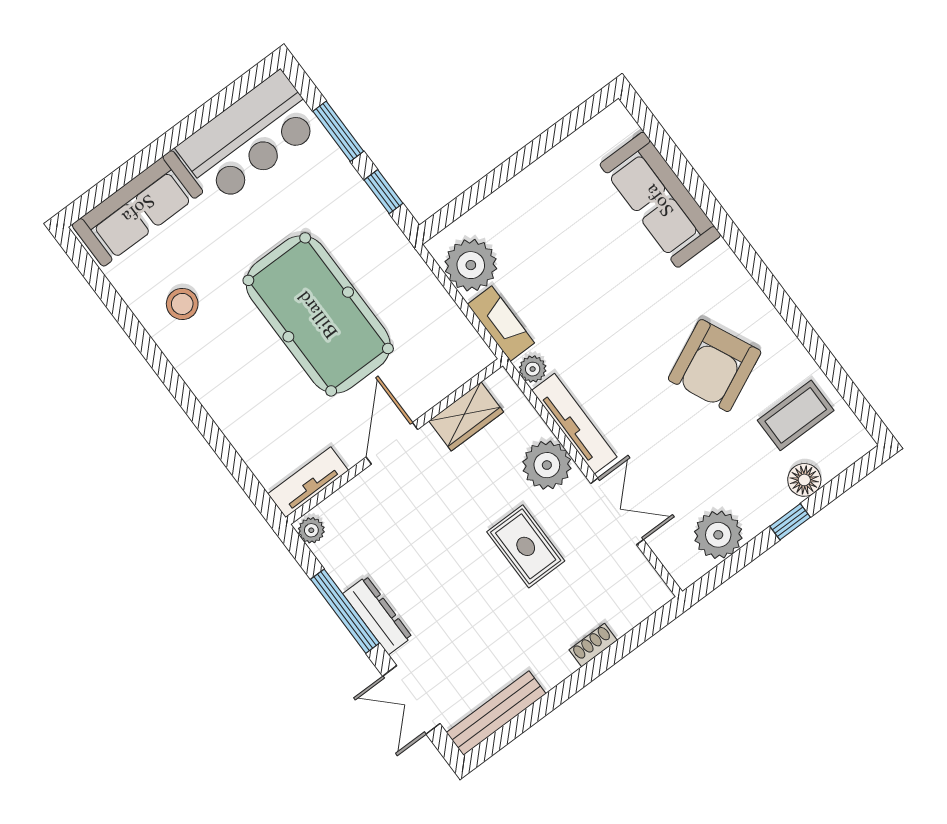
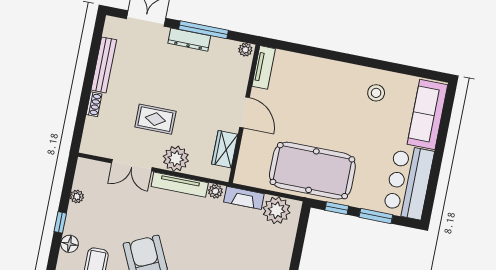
pool table: (318, 314) -> (312, 171), moved
plant: (718, 535) -> (77, 196), width x0.53, depth x0.53
bench: (496, 713) -> (104, 65), moved

